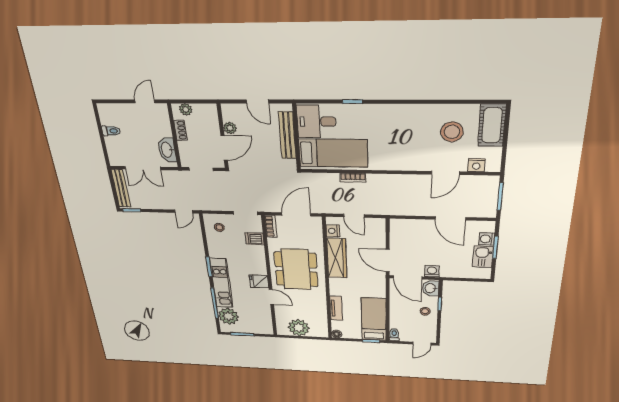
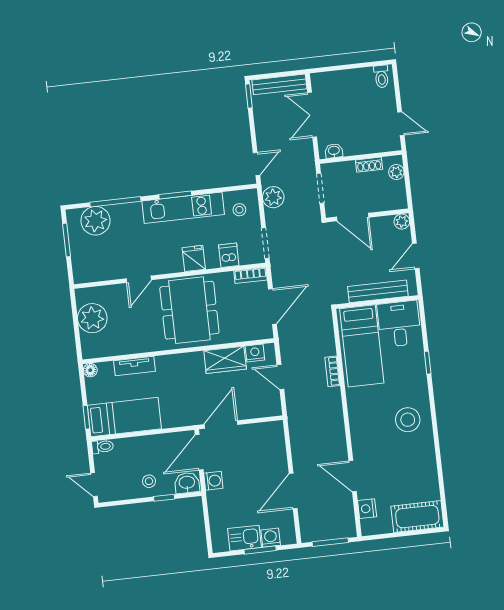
plant: (230, 128) -> (402, 222), moved
toilet: (111, 131) -> (381, 76), moved
stool: (452, 132) -> (408, 420), moved
washbasin: (167, 150) -> (334, 151), width x0.52, depth x0.69
plant: (209, 203) -> (273, 197), added
door: (184, 212) -> (257, 164), swing flipped
door: (296, 214) -> (272, 306), hinge flipped
door: (354, 216) -> (280, 377), hinge flipped
wardrobe: (337, 258) -> (225, 360), width x0.67
dining table: (296, 269) -> (189, 310), turned 90
fridge: (259, 281) -> (194, 258), moved
kitchen unit: (221, 283) -> (183, 208), moved

